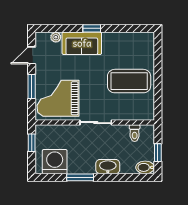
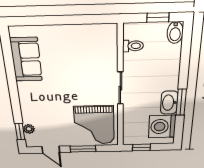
window: (92, 28) -> (20, 132), moved
sofa: (82, 43) -> (26, 60), moved
coffee table: (129, 81) -> (71, 54), removed
washbasin: (108, 167) -> (169, 103), moved

